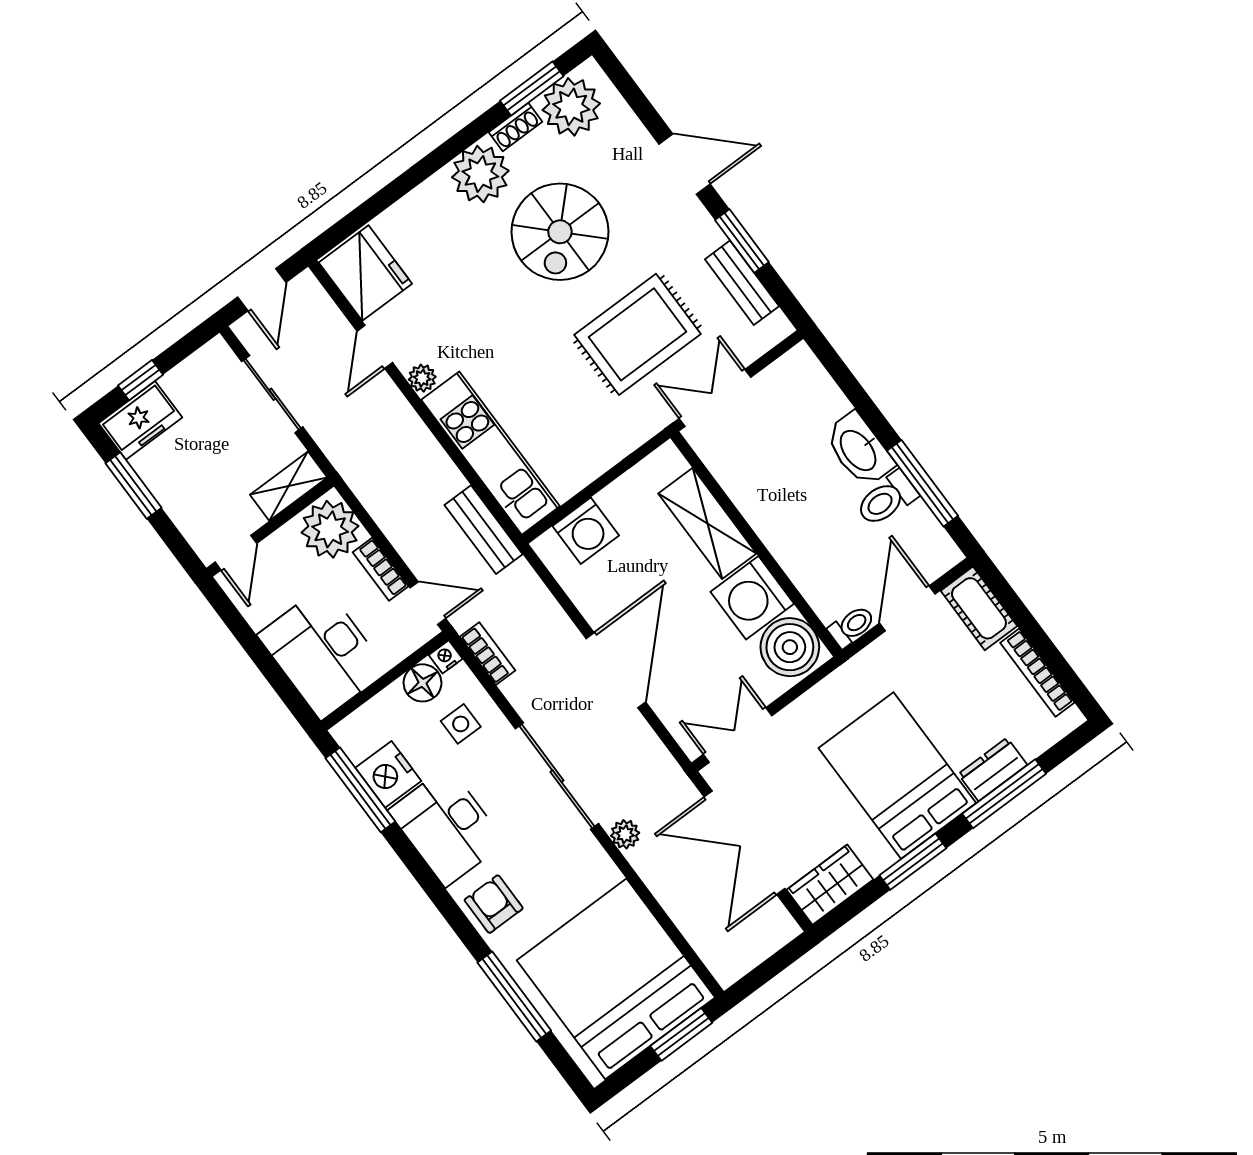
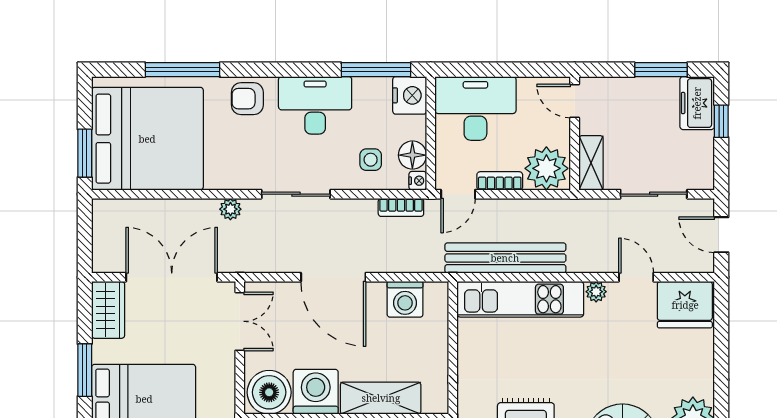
bench: (484, 530) -> (505, 258), width x1.86, depth x1.21
washing machine: (586, 531) -> (405, 299), moved, turned -90
nightstand: (388, 774) -> (410, 95), moved, turned 90
sliding door: (557, 776) -> (296, 194), width x0.73
armchair: (494, 904) -> (247, 99), turned 180

